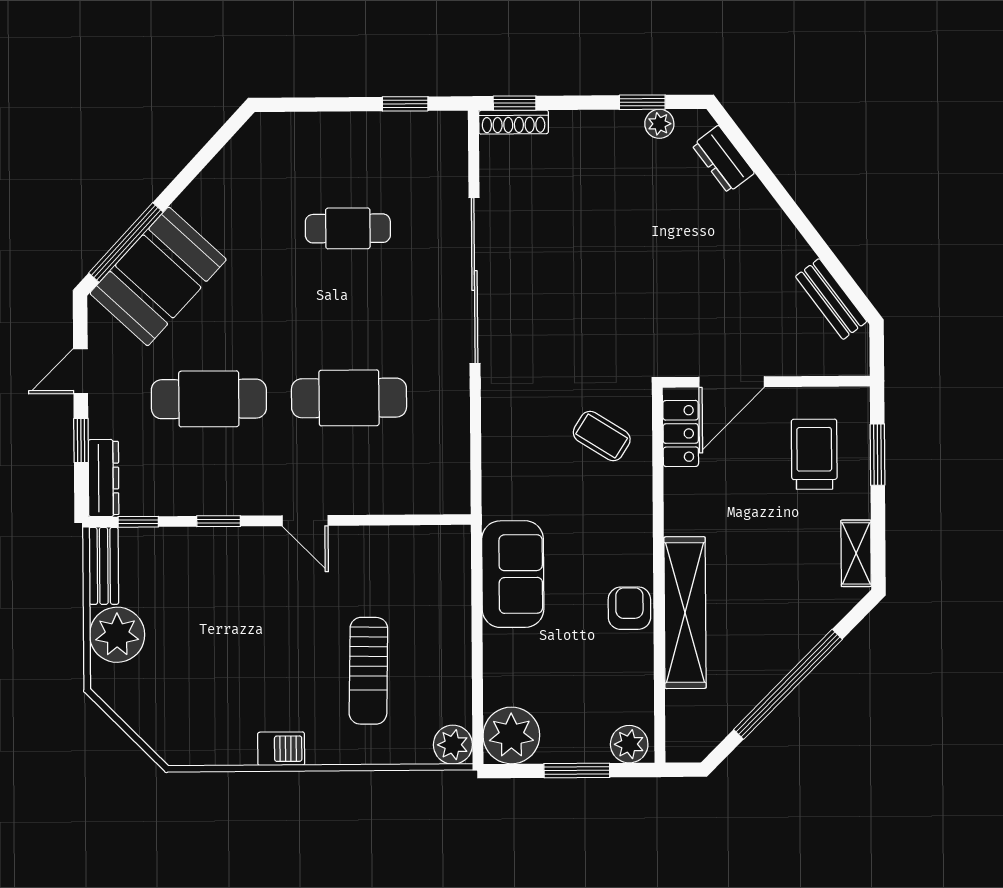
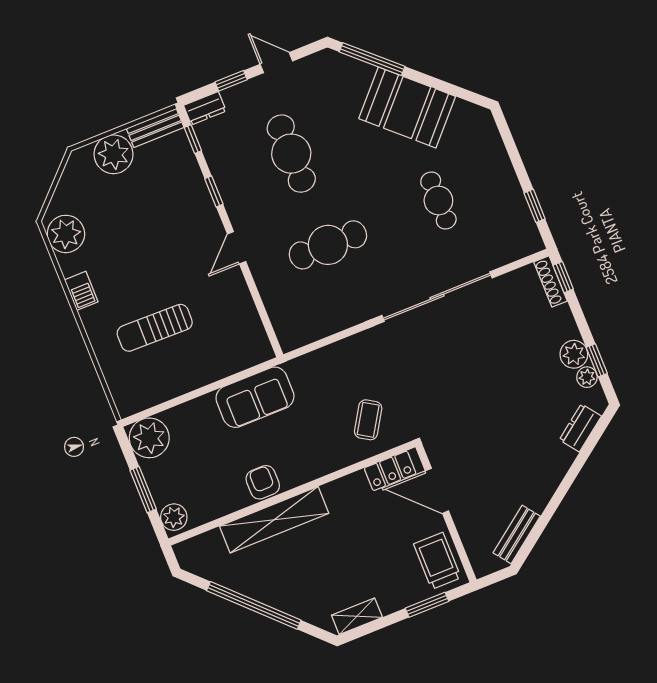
plant: (622, 129) -> (574, 354), added
booth: (158, 276) -> (407, 108), moved
cafe table: (349, 398) -> (328, 245), turned 90
trolley: (814, 454) -> (437, 561), moved, turned -90
dresser: (104, 478) -> (205, 108), width x0.70
armchair: (629, 608) -> (263, 482), turned -90
plant: (453, 745) -> (66, 234), moved, width x1.36, depth x1.36

